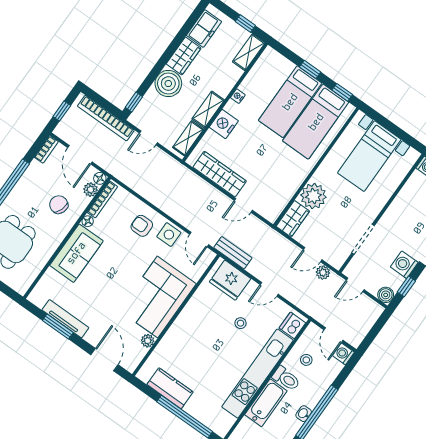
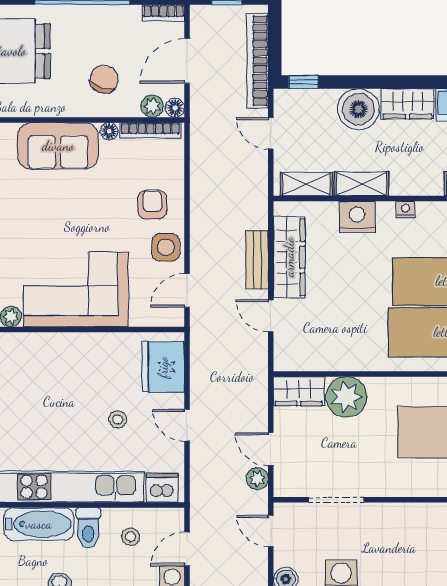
bench: (233, 253) -> (257, 260), moved

